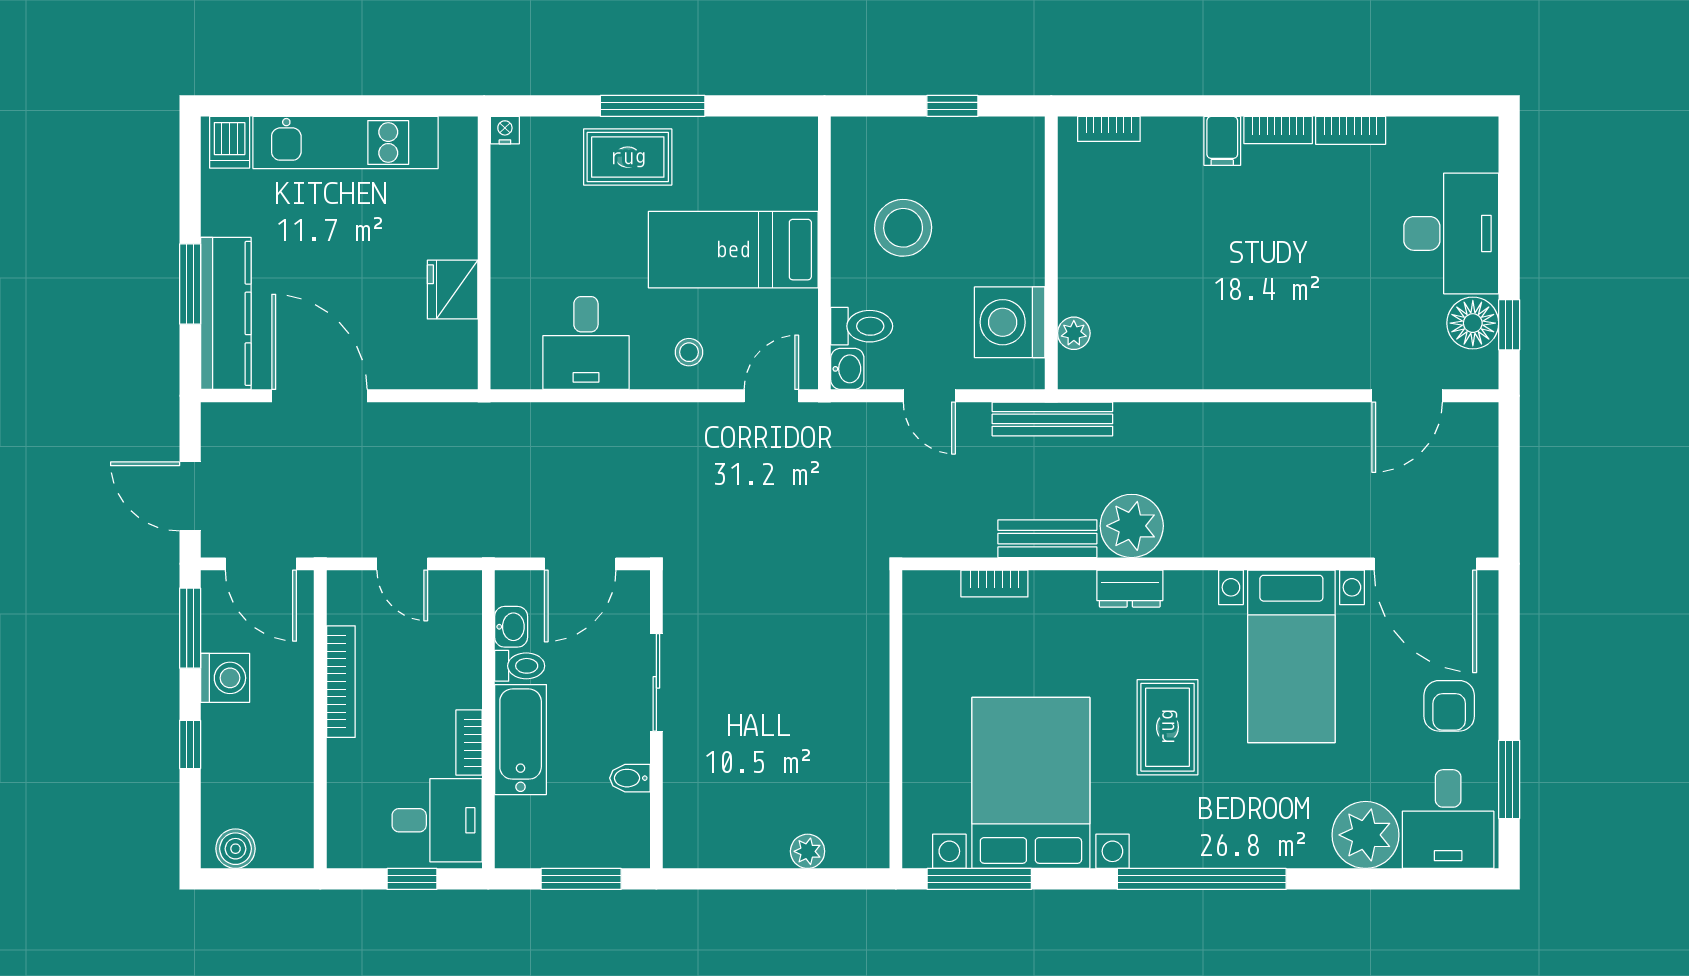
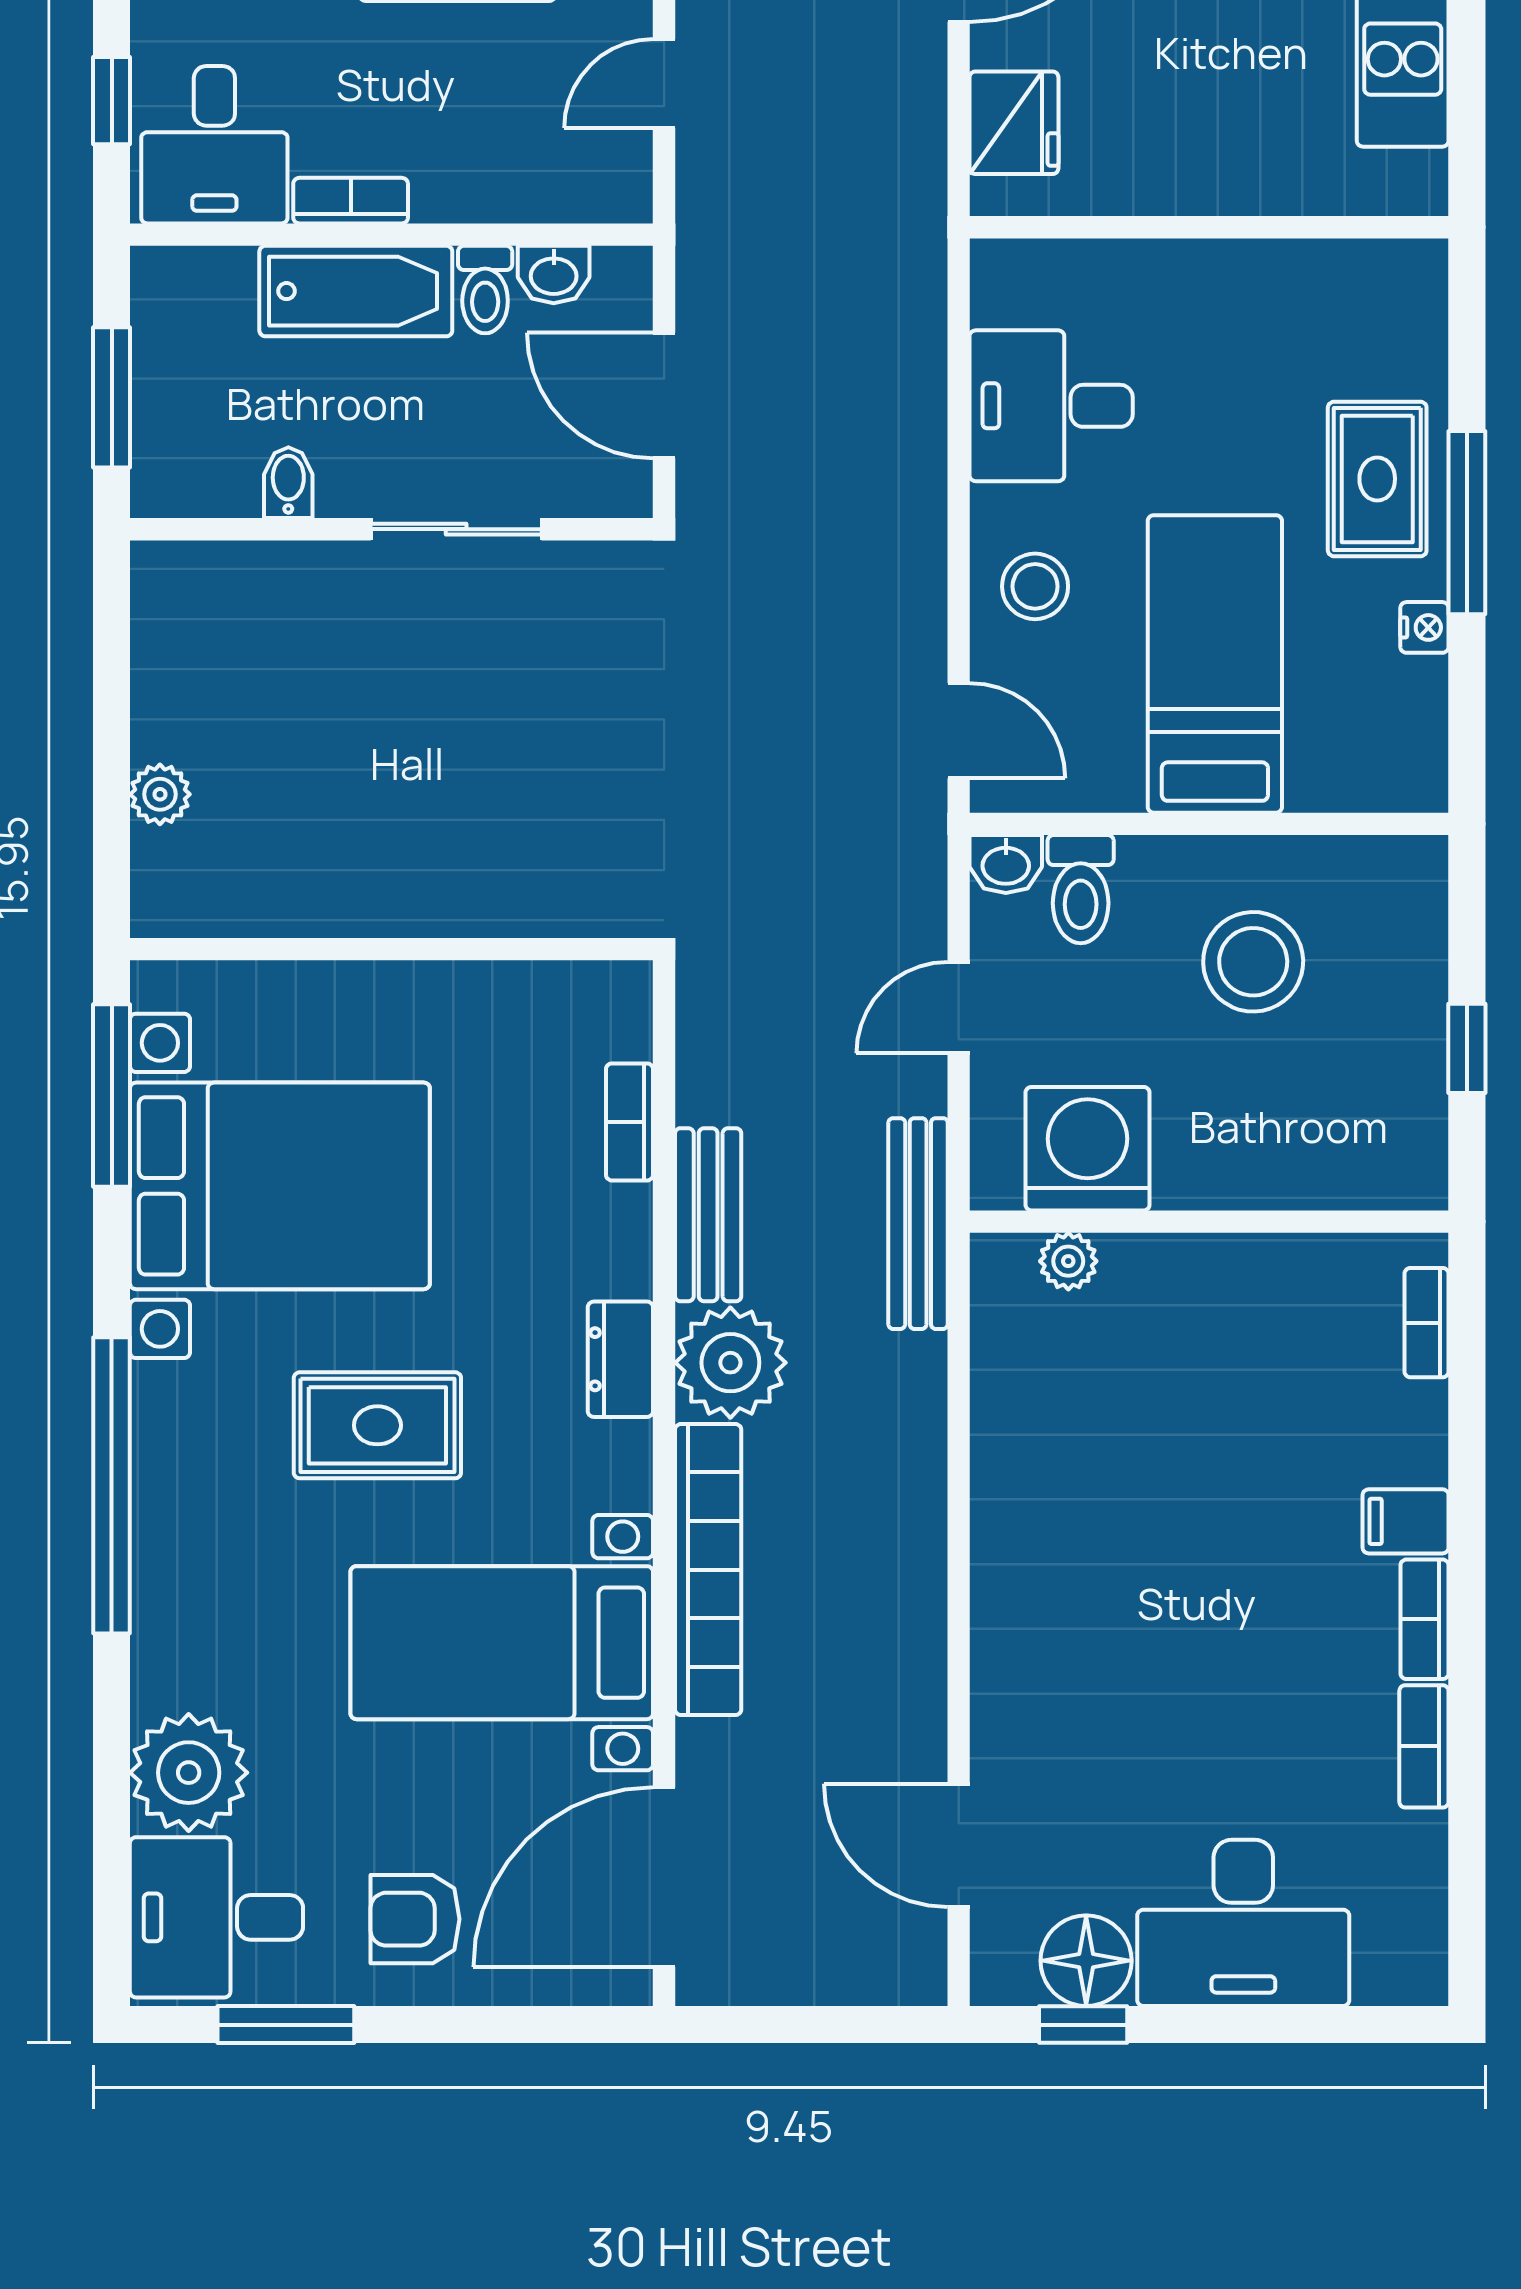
nightstand: (505, 130) -> (1424, 627), moved
fridge: (453, 290) -> (1014, 123), moved, turned 90
stool: (689, 352) -> (1035, 586), width x1.37, depth x1.37
bookcase: (1250, 539) -> (708, 1570), added

